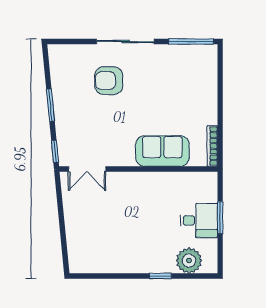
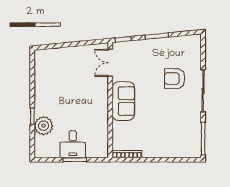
armchair: (109, 81) -> (175, 79), turned -90
sofa: (162, 151) -> (123, 101), moved
plant: (189, 261) -> (44, 126), moved

